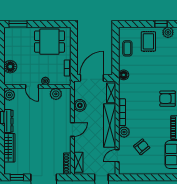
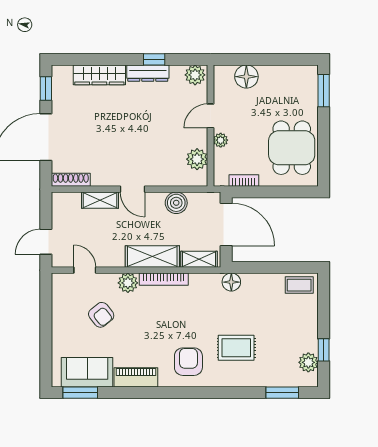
rug: (148, 41) -> (236, 348), moved
coffee table: (127, 48) -> (299, 285), moved
shelving: (110, 126) -> (152, 257), width x0.68
shelving: (78, 162) -> (100, 200), moved

